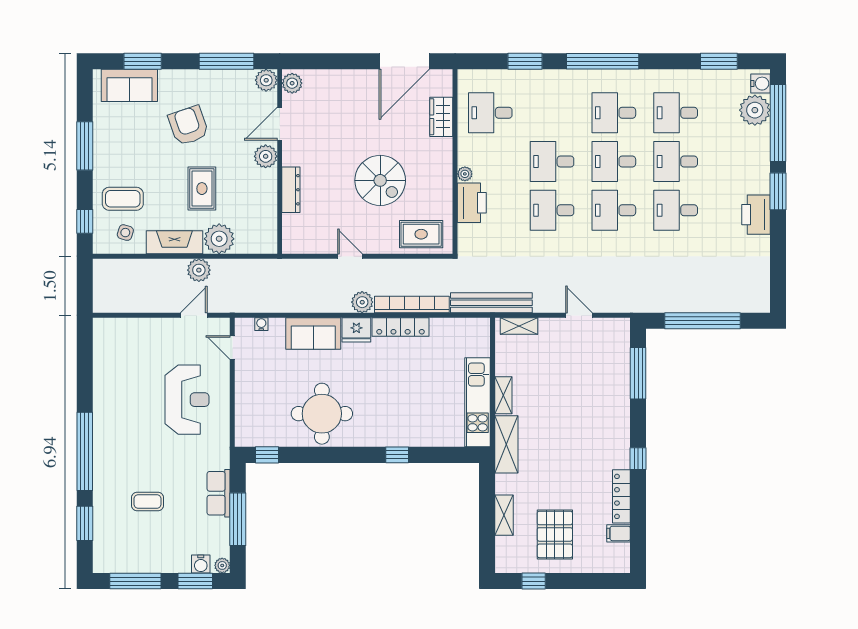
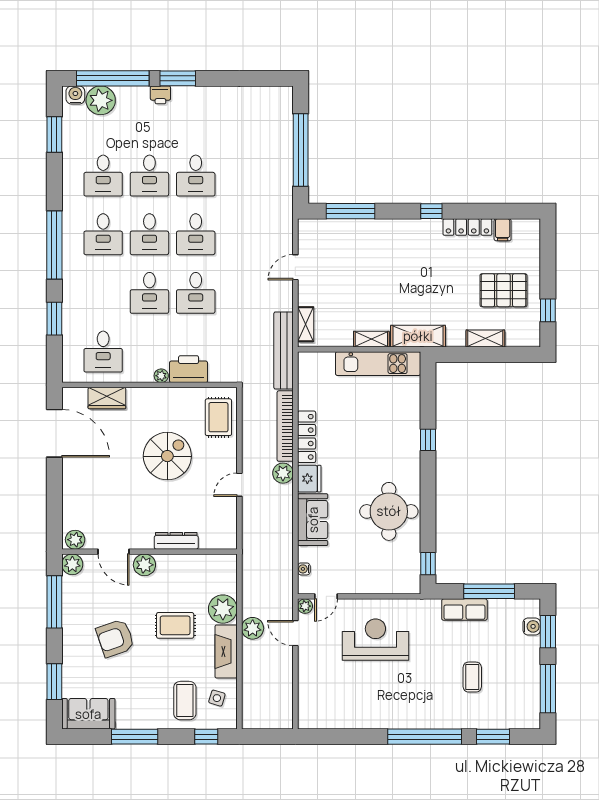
sofa: (129, 85) -> (88, 714), moved, turned -90
printer: (756, 215) -> (160, 95), moved, width x0.53, depth x0.68
plant: (222, 565) -> (305, 606), moved

